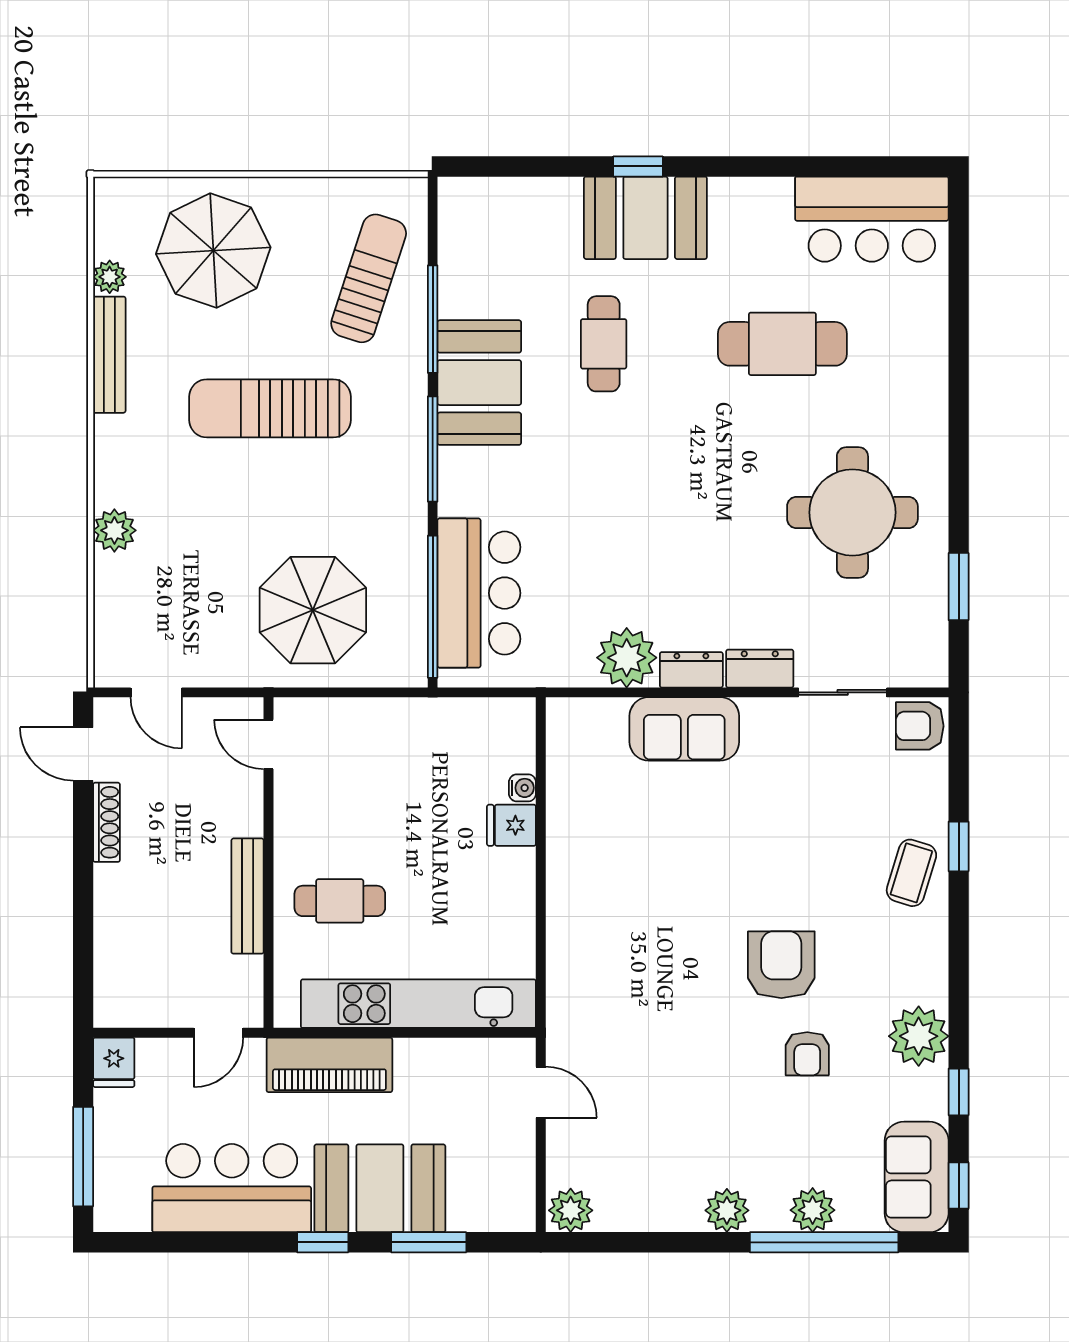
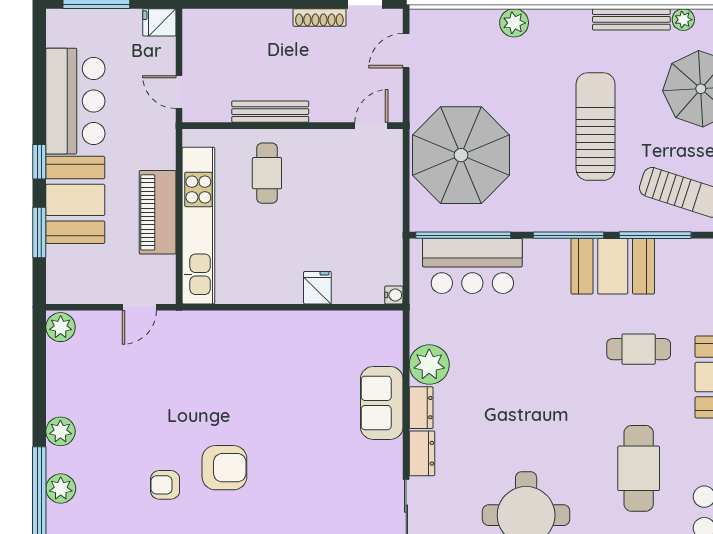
parasol: (313, 610) -> (461, 155), width x1.36, depth x1.36
water cooler: (522, 788) -> (394, 295), moved, turned -90
piano: (329, 1065) -> (158, 212), moved

